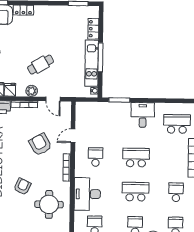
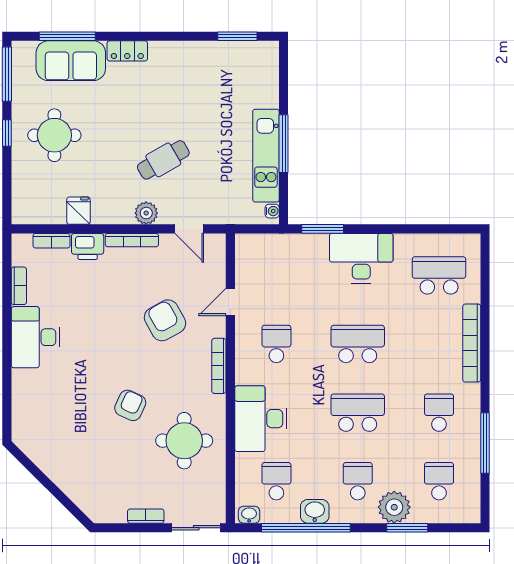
locker: (93, 29) -> (269, 86), removed
fridge: (10, 90) -> (103, 211), removed
desk: (143, 115) -> (361, 258), width x1.37

